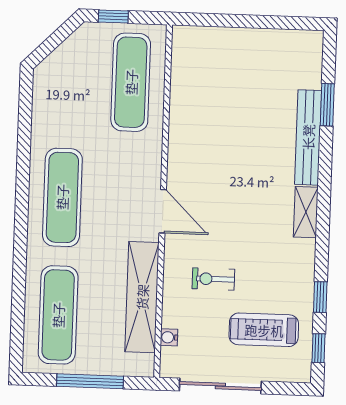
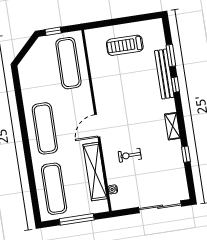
door: (163, 211) -> (97, 126), swing flipped
shelving: (306, 212) -> (172, 126), moved
treadmill: (264, 330) -> (125, 45), moved
window: (318, 348) -> (175, 85), moved
sliding door: (220, 386) -> (160, 207), moved

